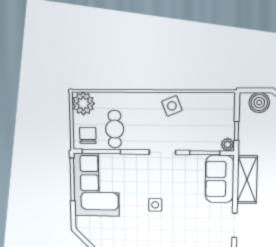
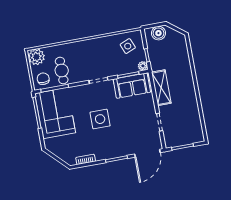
side table: (172, 106) -> (128, 46), moved
sofa: (219, 179) -> (132, 86), moved, turned -90
side table: (155, 205) -> (100, 119), width x1.87, depth x1.87

